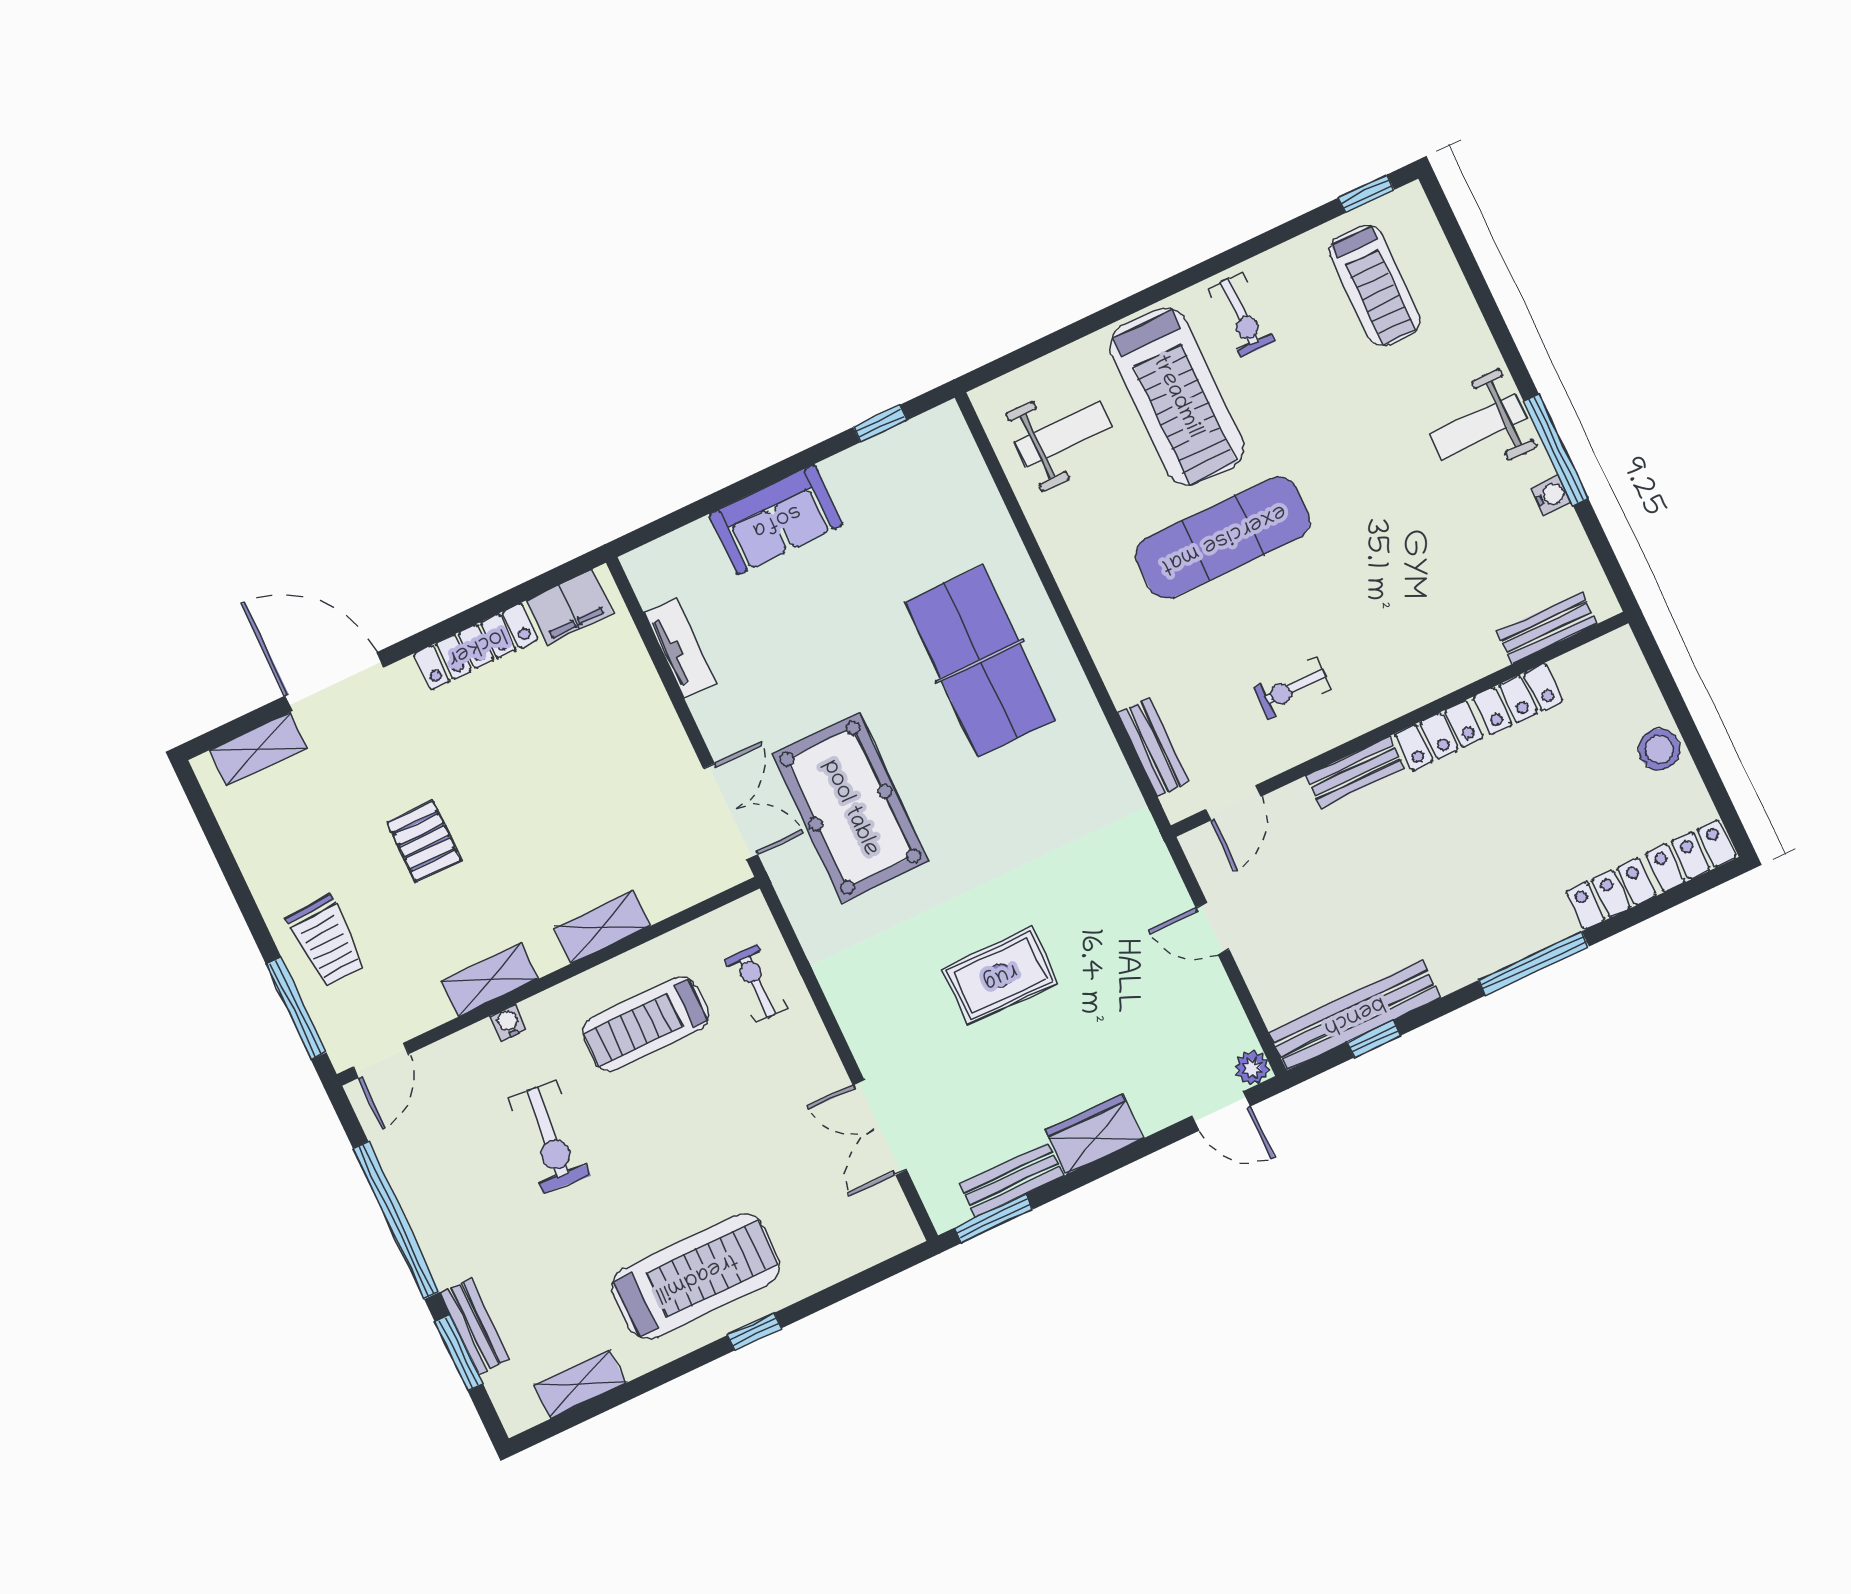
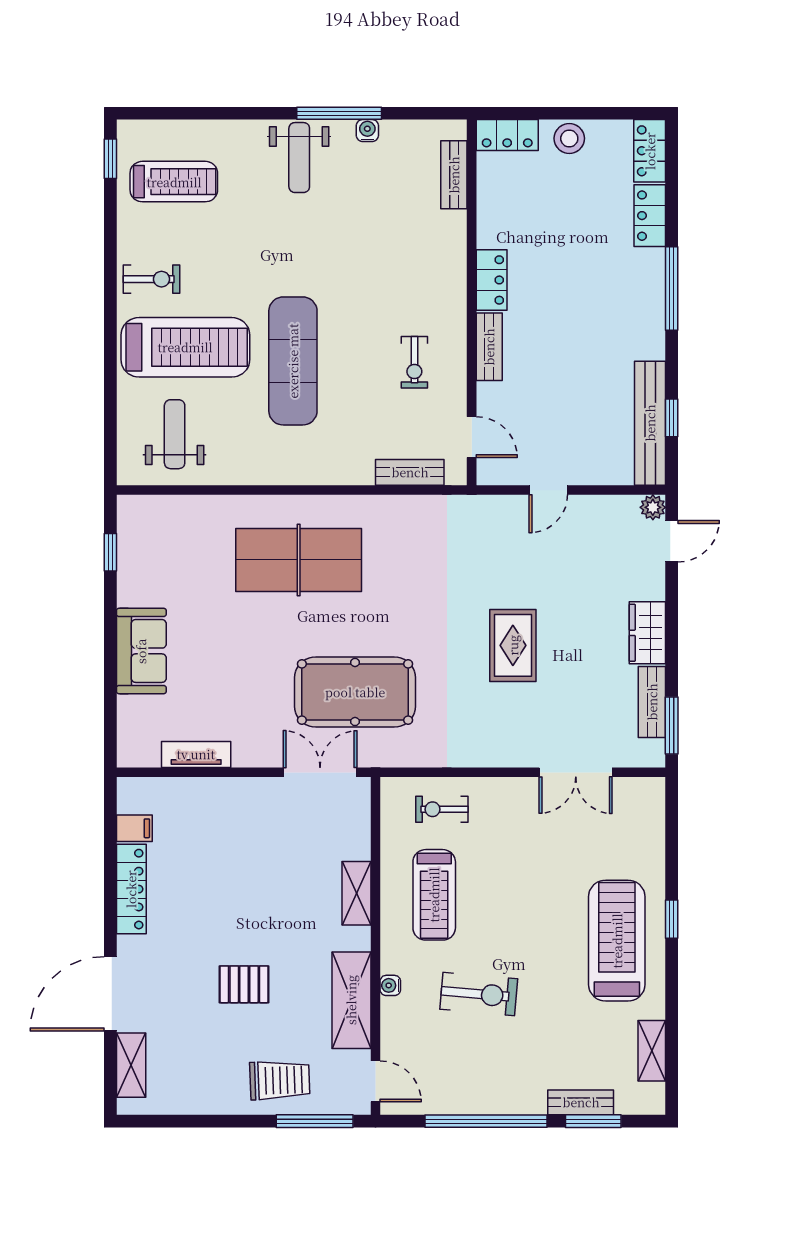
filing cabinet: (569, 607) -> (134, 828), width x0.50
locker: (1518, 699) -> (507, 135), moved, turned 90
shelving: (490, 980) -> (351, 1000), width x1.50, depth x1.33

